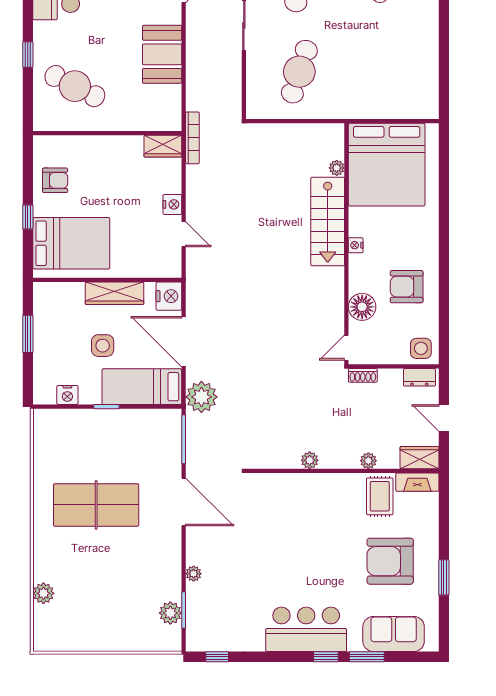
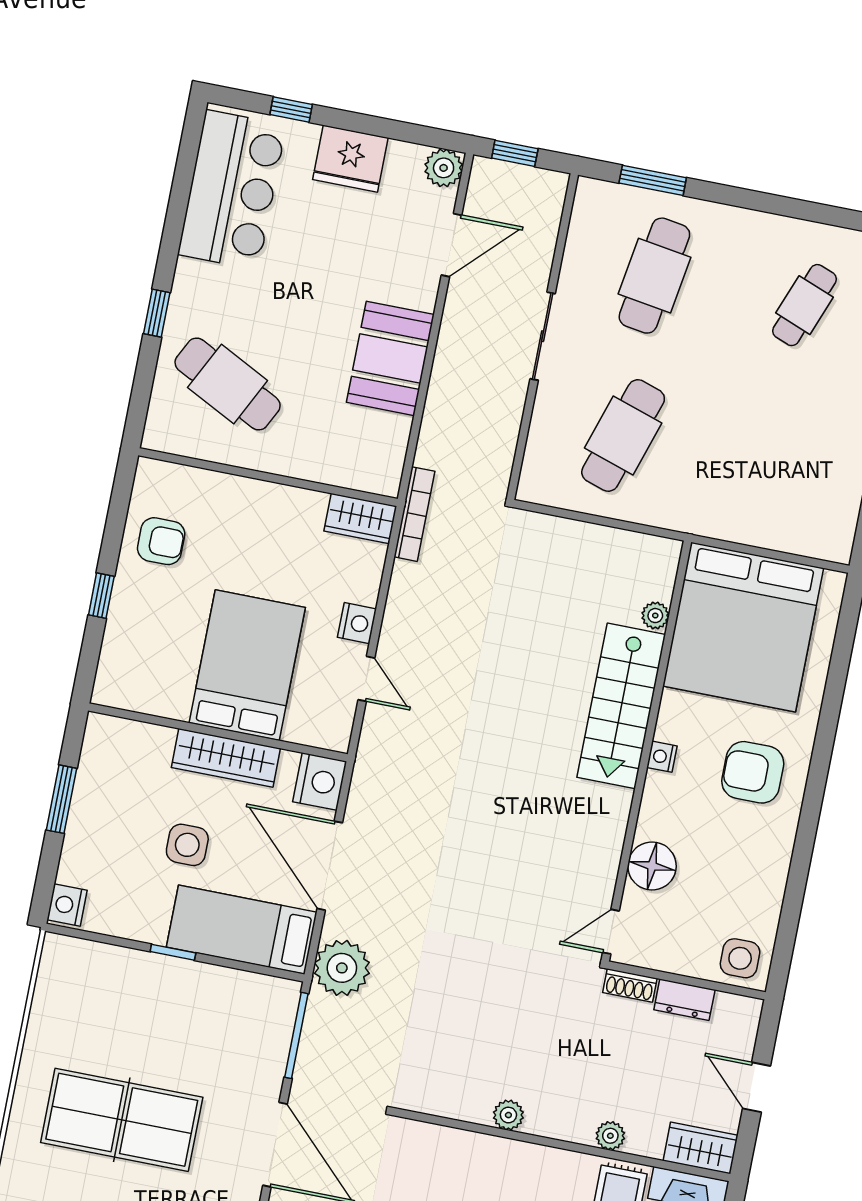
bed: (71, 243) -> (247, 665), moved, turned -90
armchair: (407, 287) -> (753, 772), moved
dresser: (419, 377) -> (684, 1000), moved
nightstand: (67, 395) -> (67, 905), moved, turned 90

